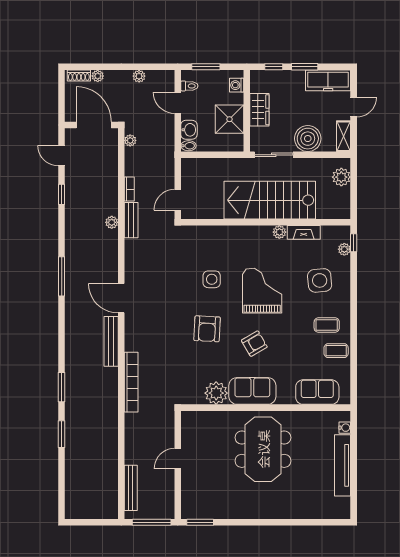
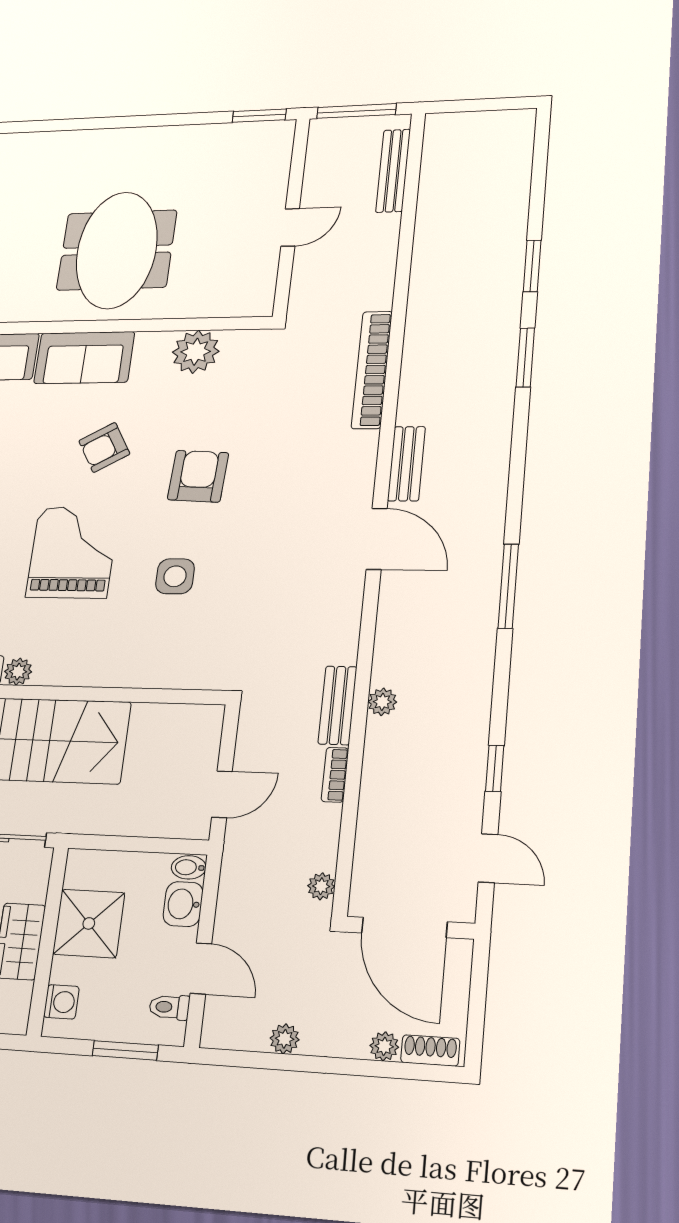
door: (178, 200) -> (222, 794), moved
grand piano: (262, 291) -> (73, 552), turned 180
bench: (111, 341) -> (406, 464), width x0.73
sofa: (252, 391) -> (84, 358), moved

